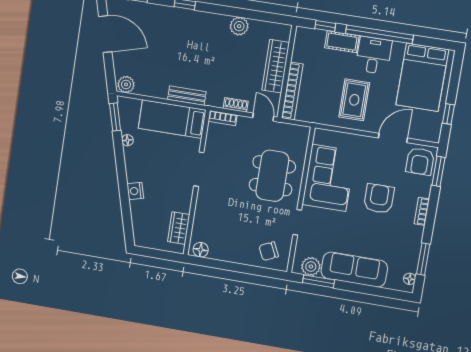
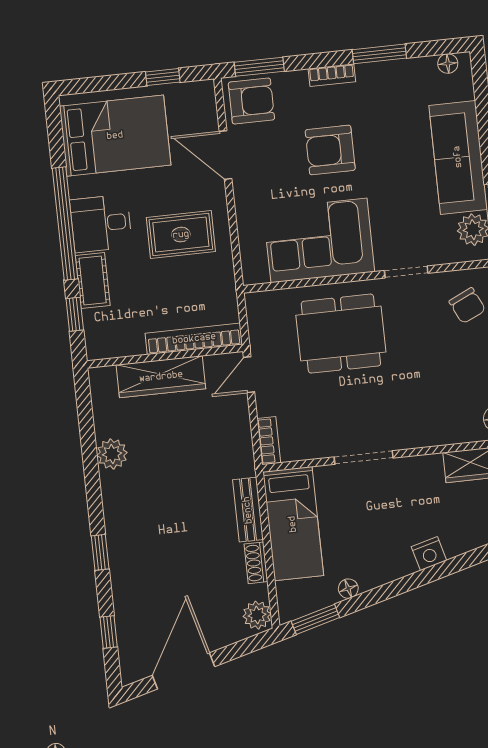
shoe rack: (236, 105) -> (256, 563), moved
window: (423, 259) -> (379, 54), moved

